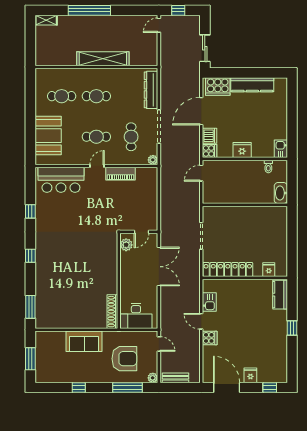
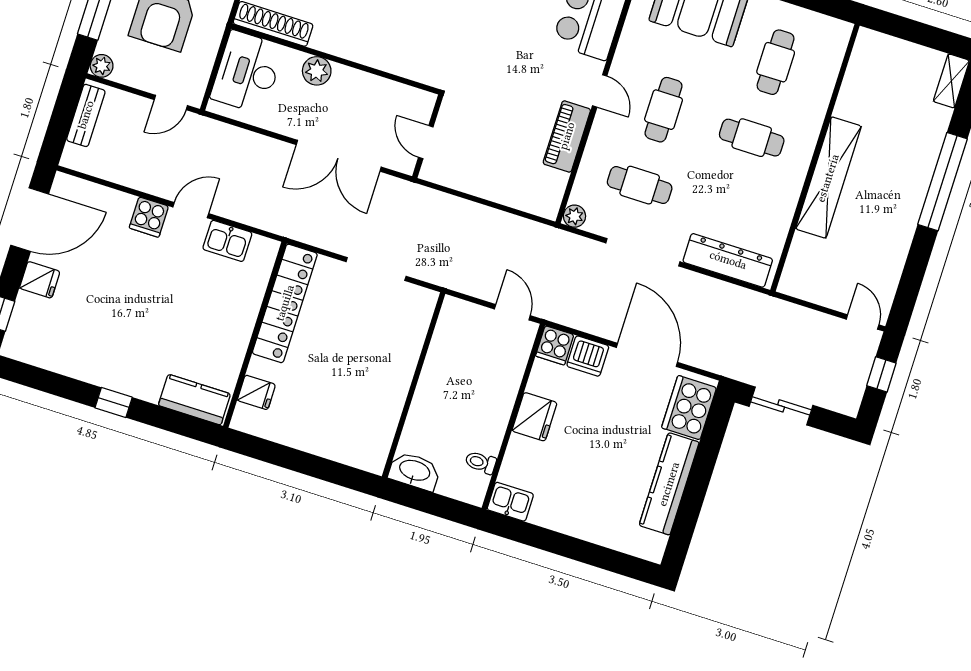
cafe table: (96, 96) -> (752, 138), turned 90
plant: (126, 245) -> (317, 71), moved

